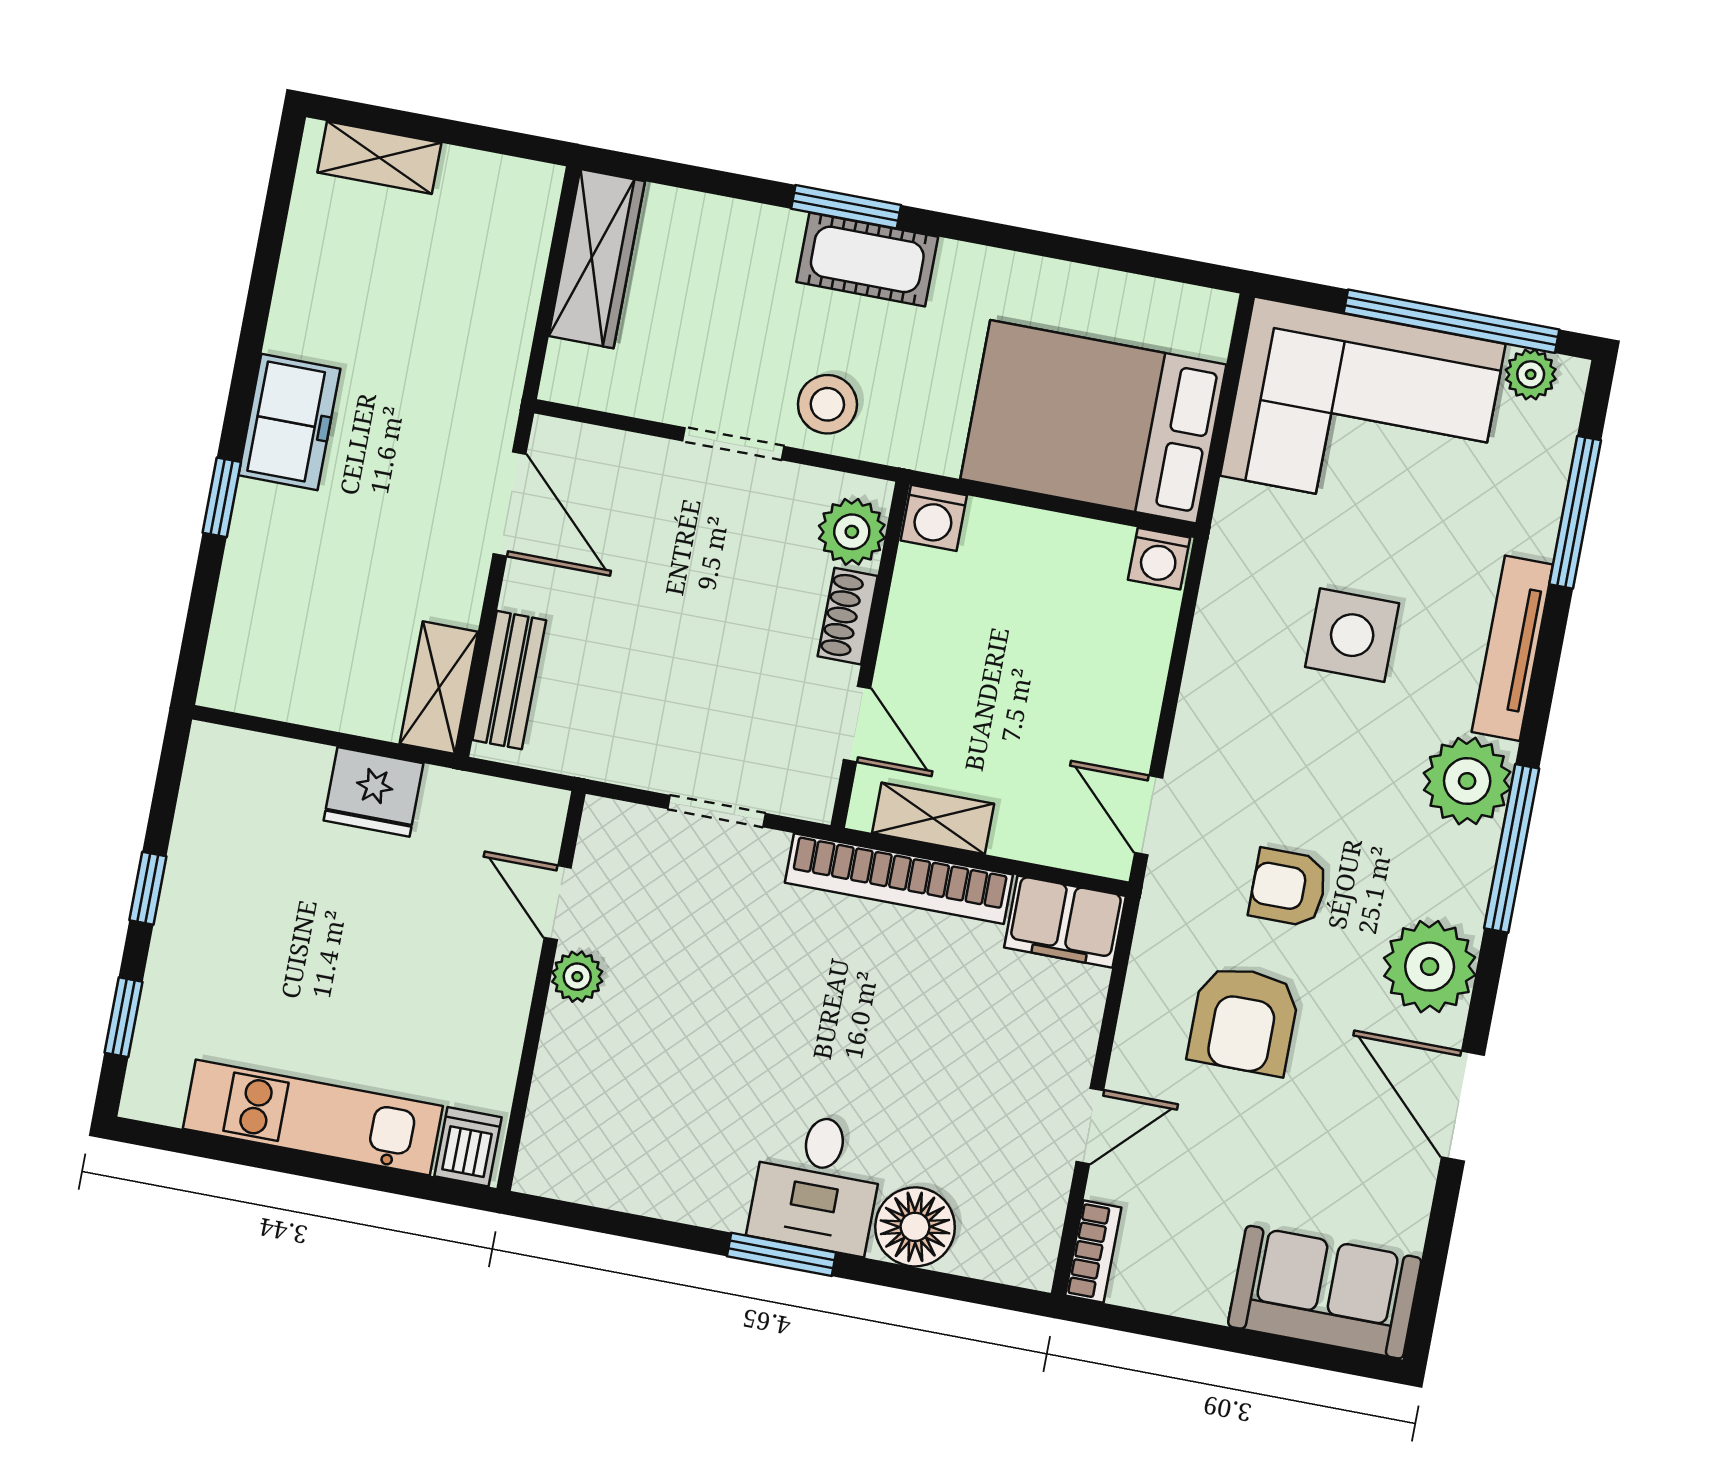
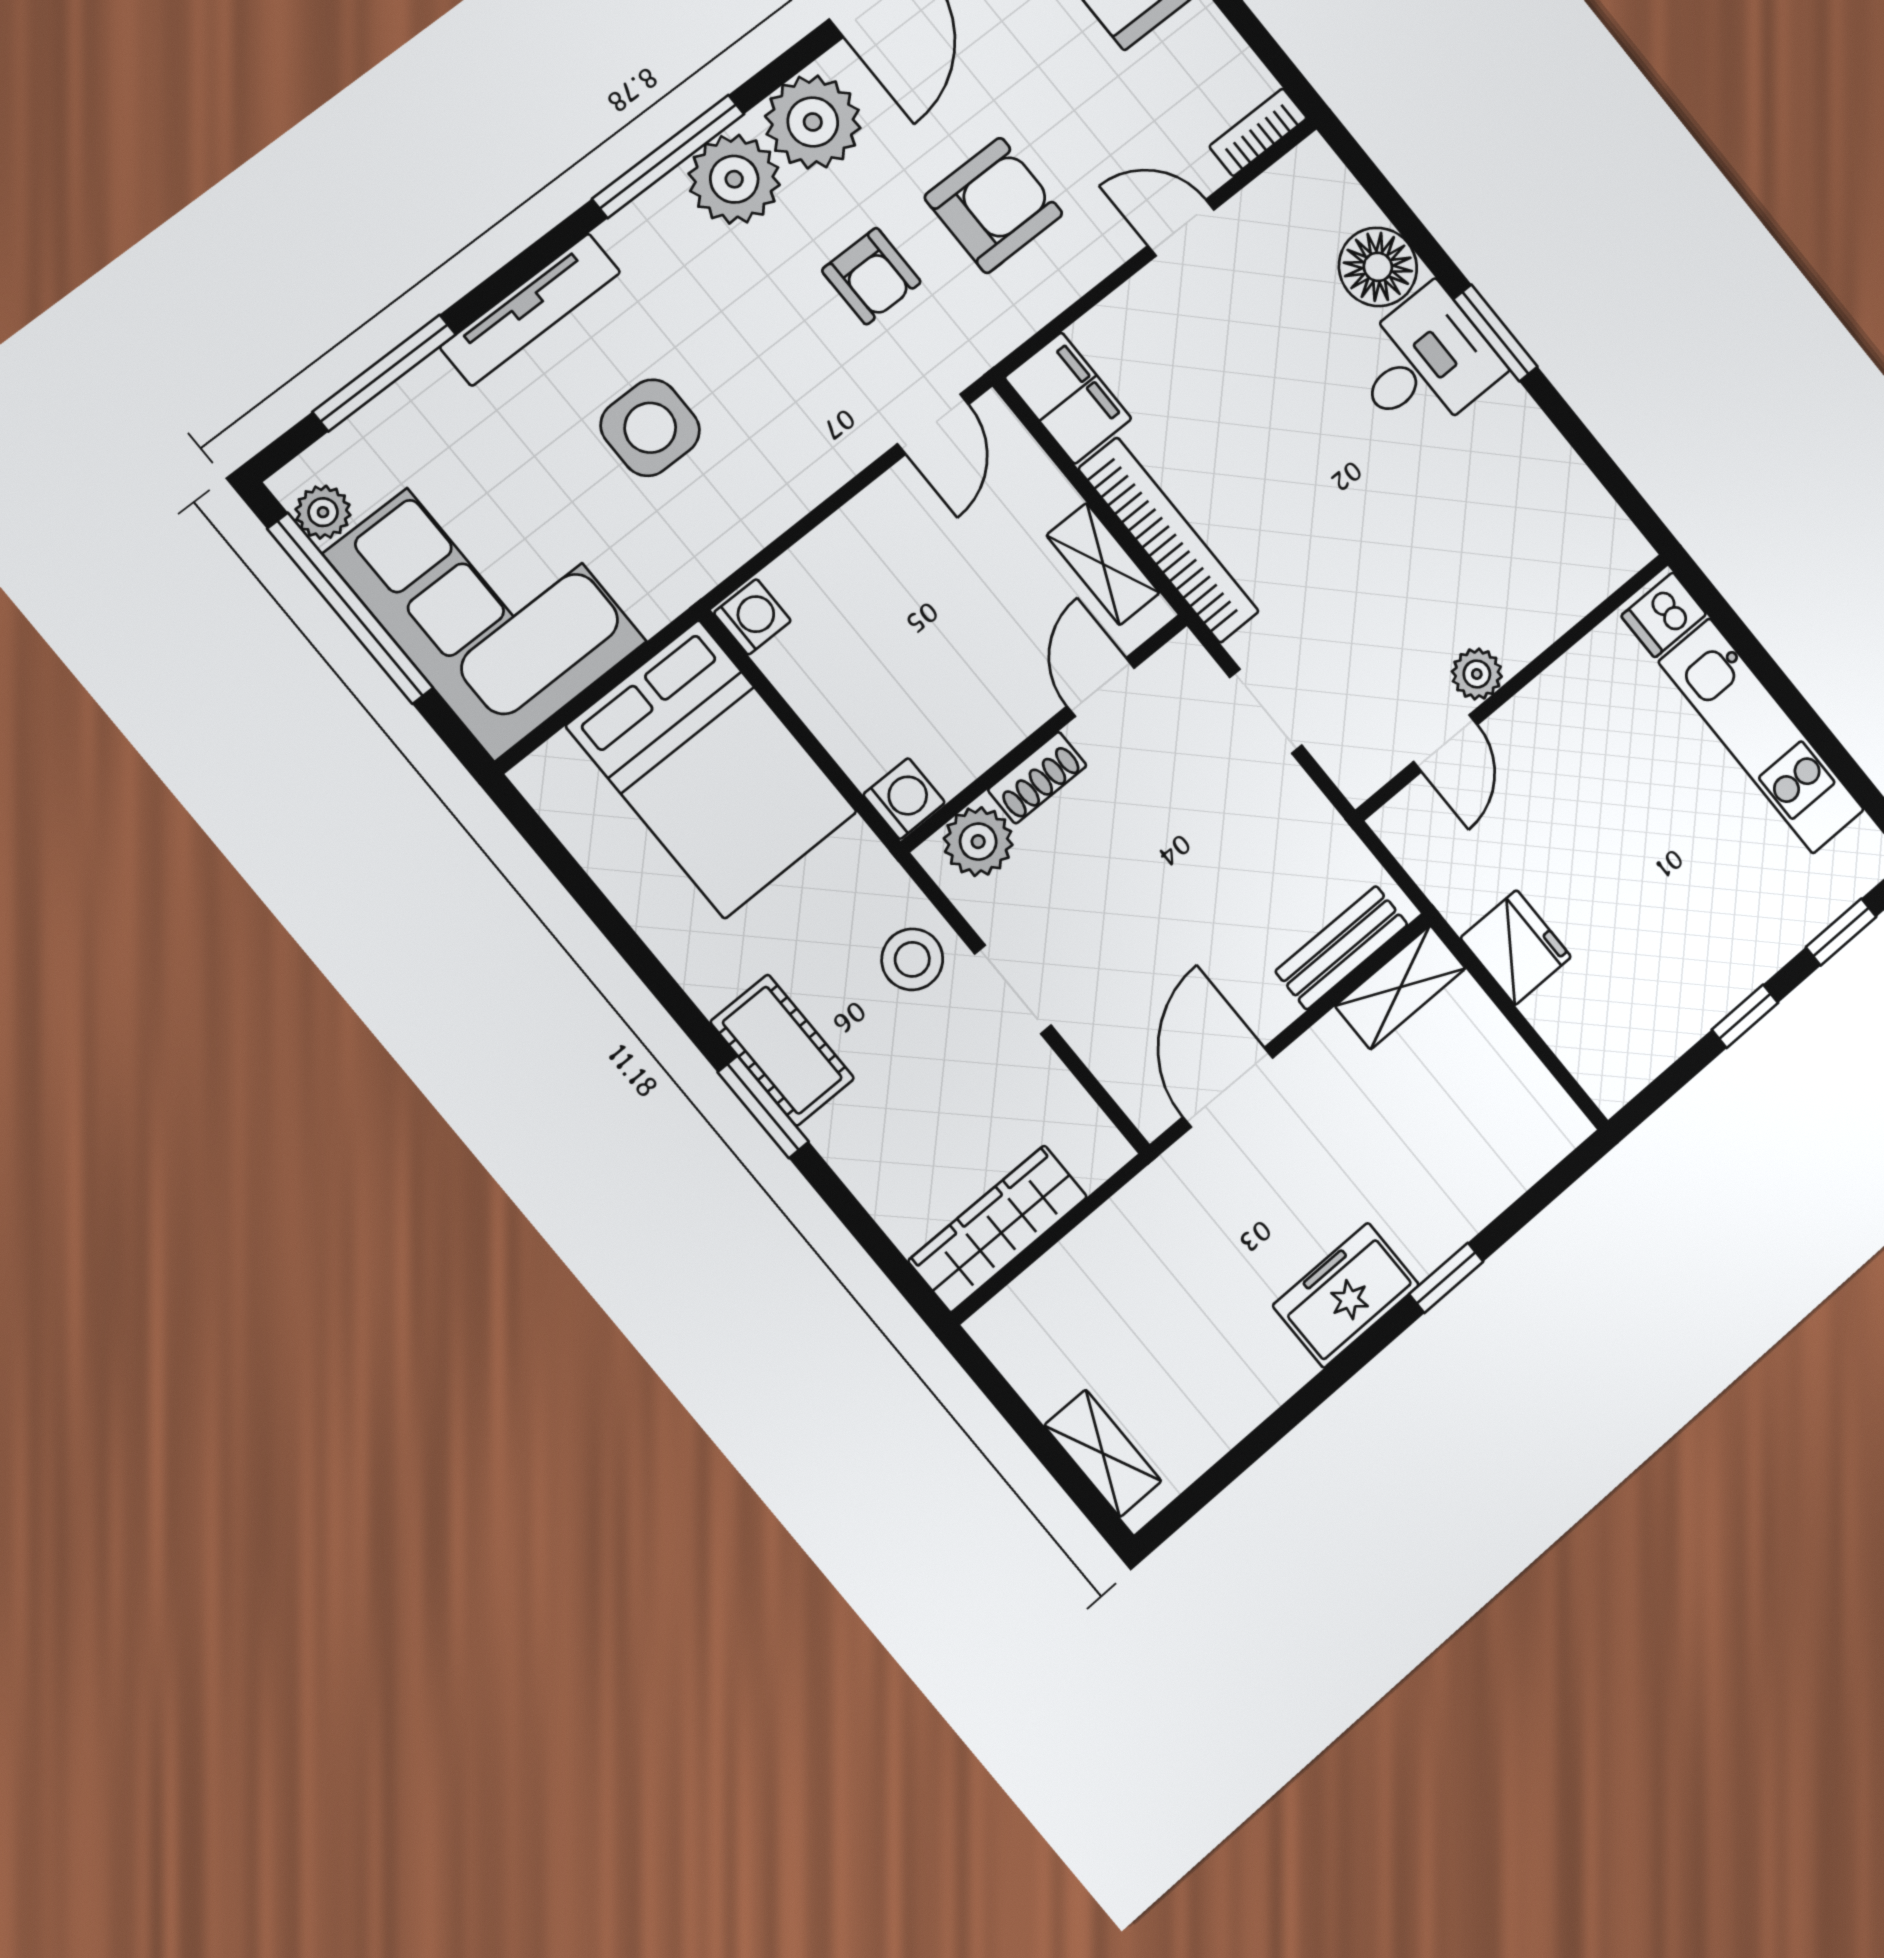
plant: (1467, 781) -> (734, 179), moved

